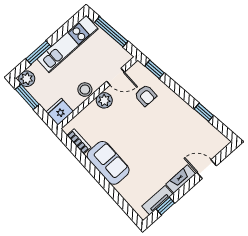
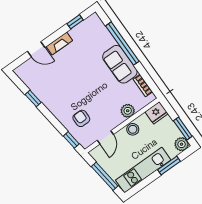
door: (115, 77) -> (105, 137), swing flipped
plant: (104, 100) -> (128, 111), moved
window: (108, 187) -> (122, 44), added
tv unit: (157, 200) -> (81, 28), removed

